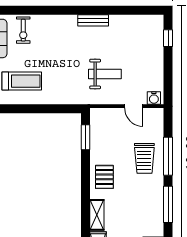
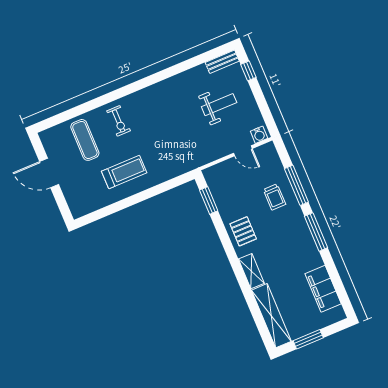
bench: (93, 20) -> (222, 62), moved
exercise bike: (23, 30) -> (119, 121), moved
weight bench: (105, 74) -> (219, 105), moved
trolley: (144, 158) -> (274, 197), width x0.73, depth x0.72

